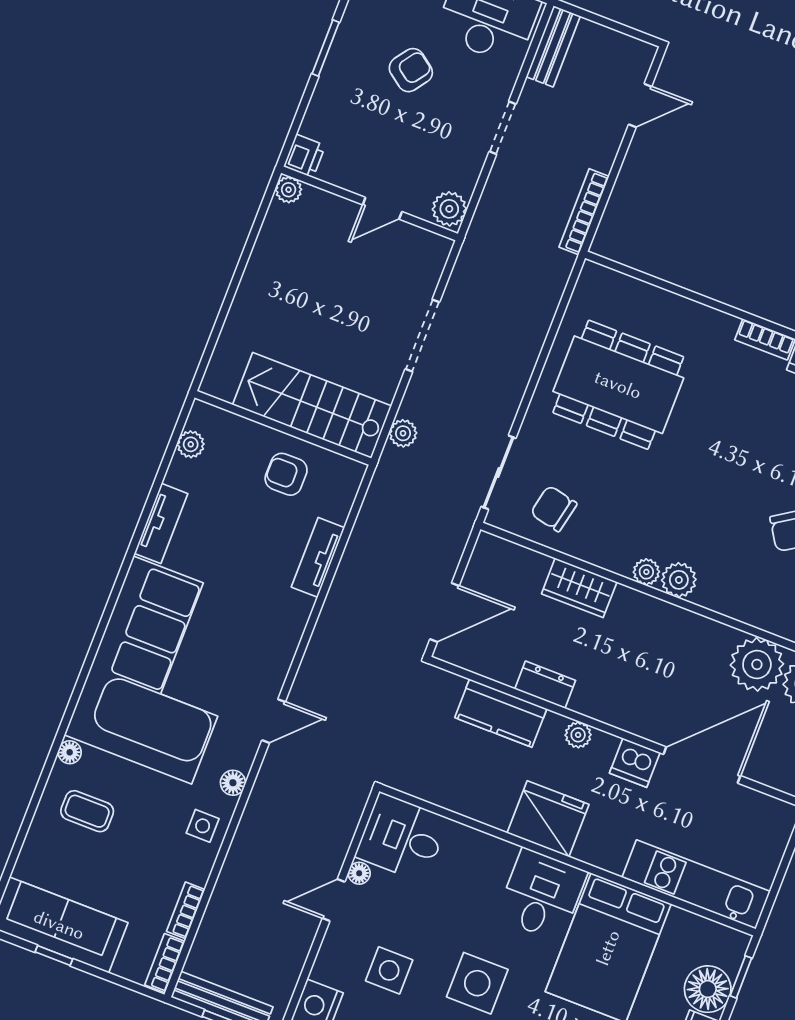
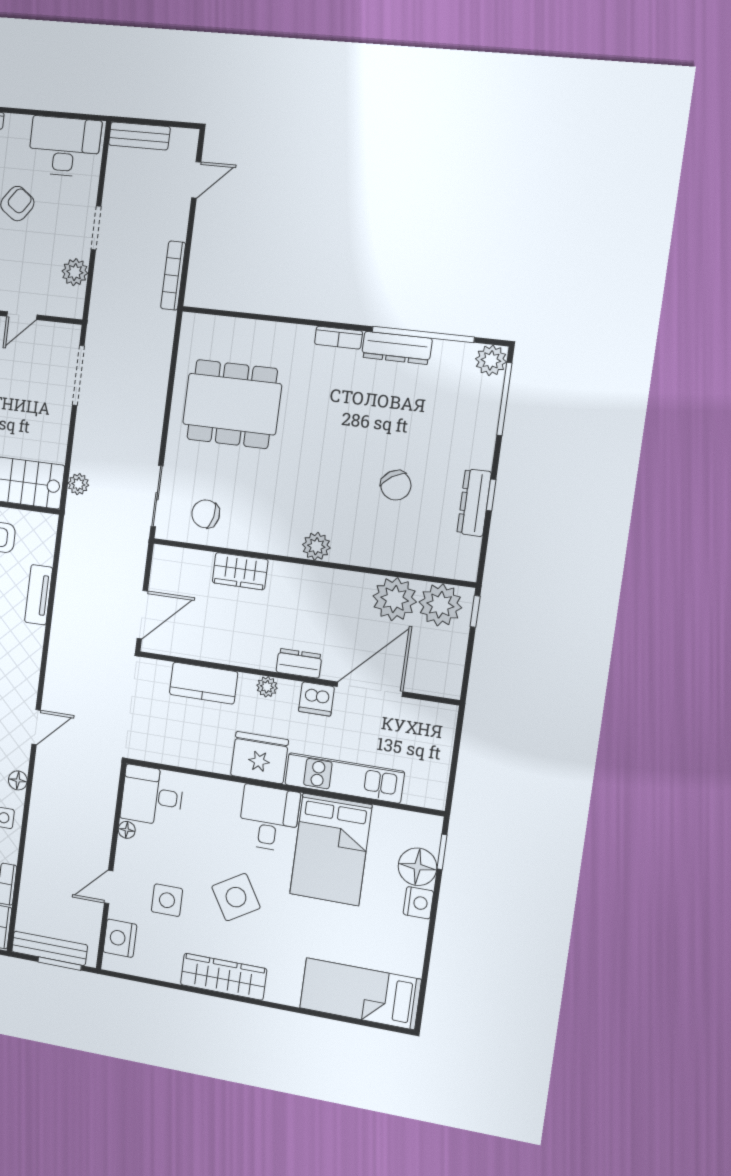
bench: (553, 46) -> (139, 136), moved, turned 90
plant: (449, 209) -> (75, 272), moved
doorway: (422, 336) -> (78, 375), moved
plant: (646, 572) -> (289, 546), removed
dresser: (545, 685) -> (299, 663), moved
kitchen unit: (696, 884) -> (344, 778), moved
door: (334, 900) -> (109, 887), moved
side table: (477, 983) -> (236, 897), turned -31

